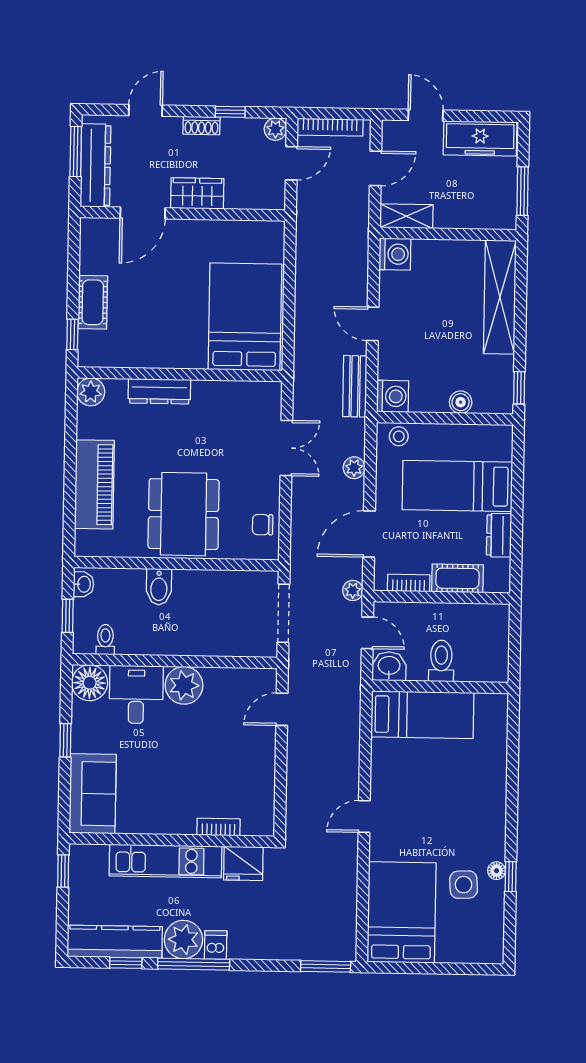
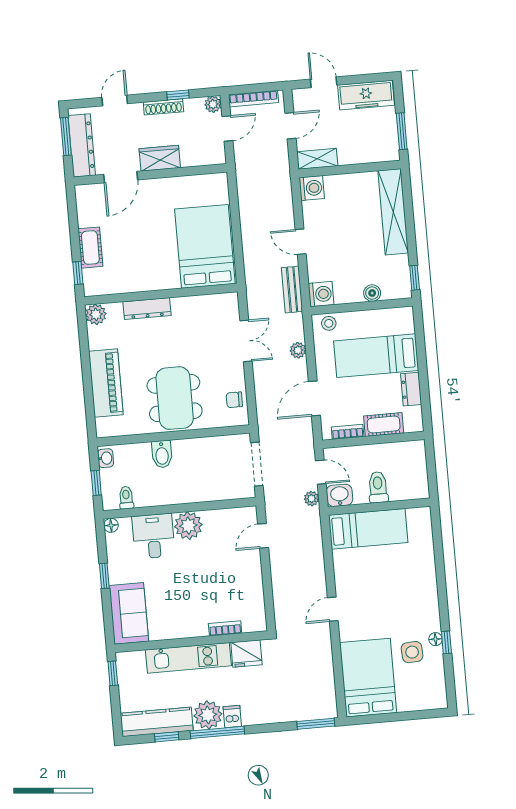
shoe rack: (201, 126) -> (163, 107), width x1.43
plant: (353, 590) -> (312, 499), moved
floor lamp: (90, 683) -> (111, 525), width x0.53, depth x0.53

